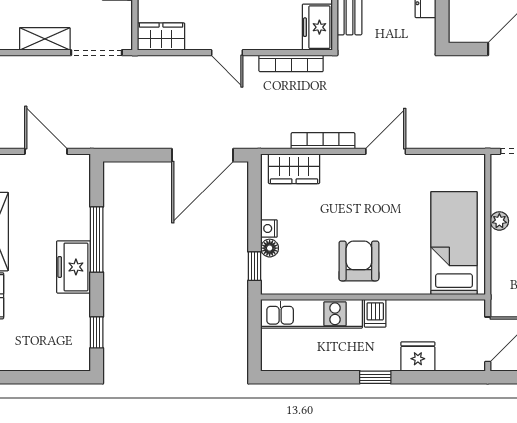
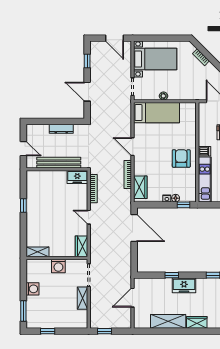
door: (227, 53) -> (89, 217), swing flipped
window: (97, 240) -> (172, 275), width x0.46
bed: (454, 243) -> (157, 113), moved, turned 180
armchair: (359, 261) -> (181, 158), turned 90

